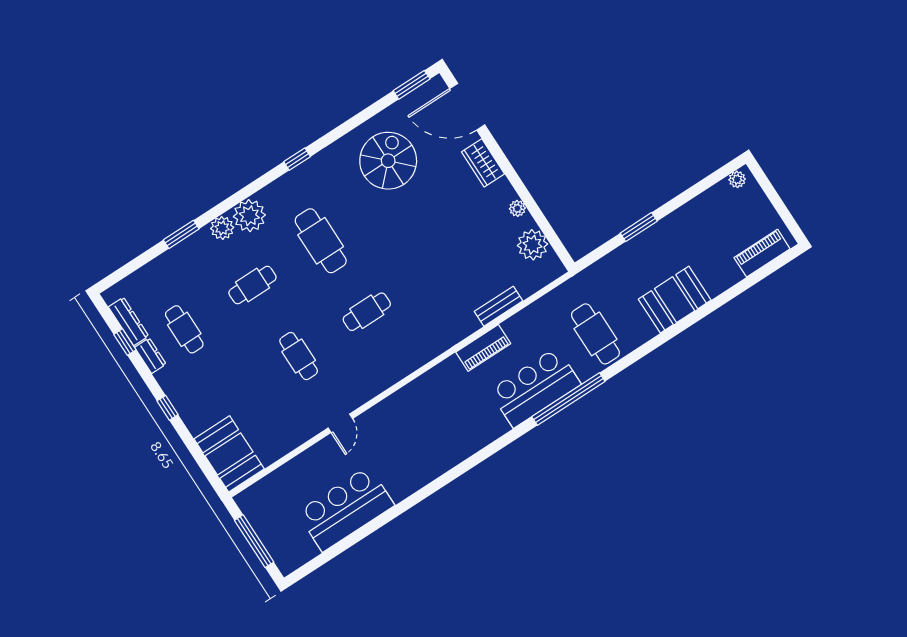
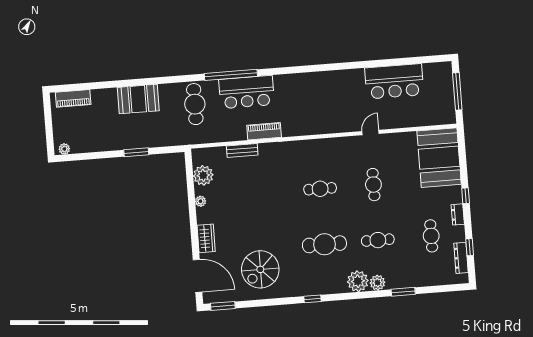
cafe table: (321, 241) -> (324, 244), turned 90
dresser: (150, 356) -> (458, 214), moved
booth: (229, 454) -> (439, 158), width x1.36, depth x1.42

